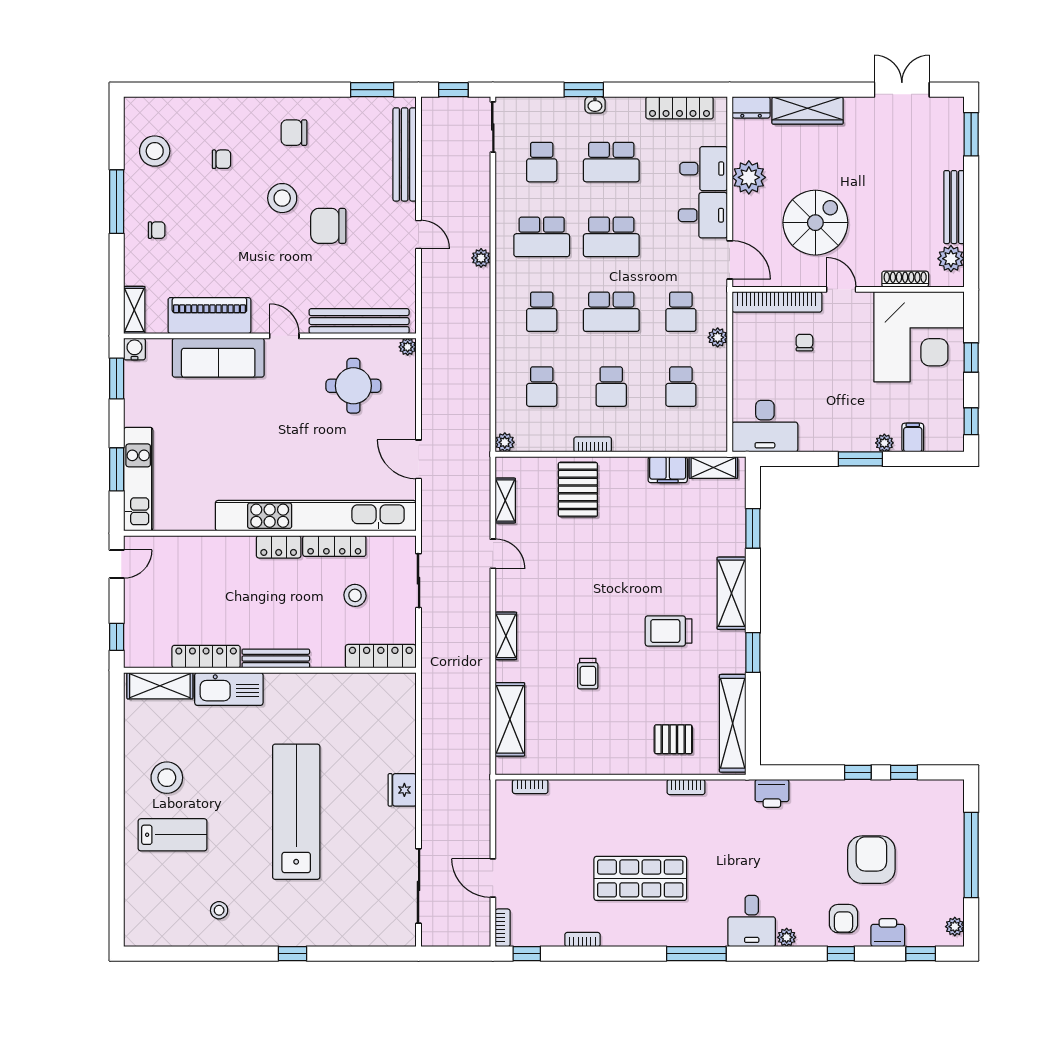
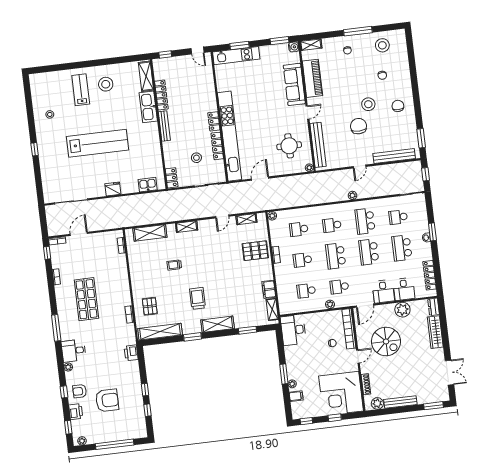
locker: (381, 656) -> (172, 178), width x0.66
kitchen sink: (402, 711) -> (148, 185), added
lab bench: (173, 835) -> (81, 90), turned 180

